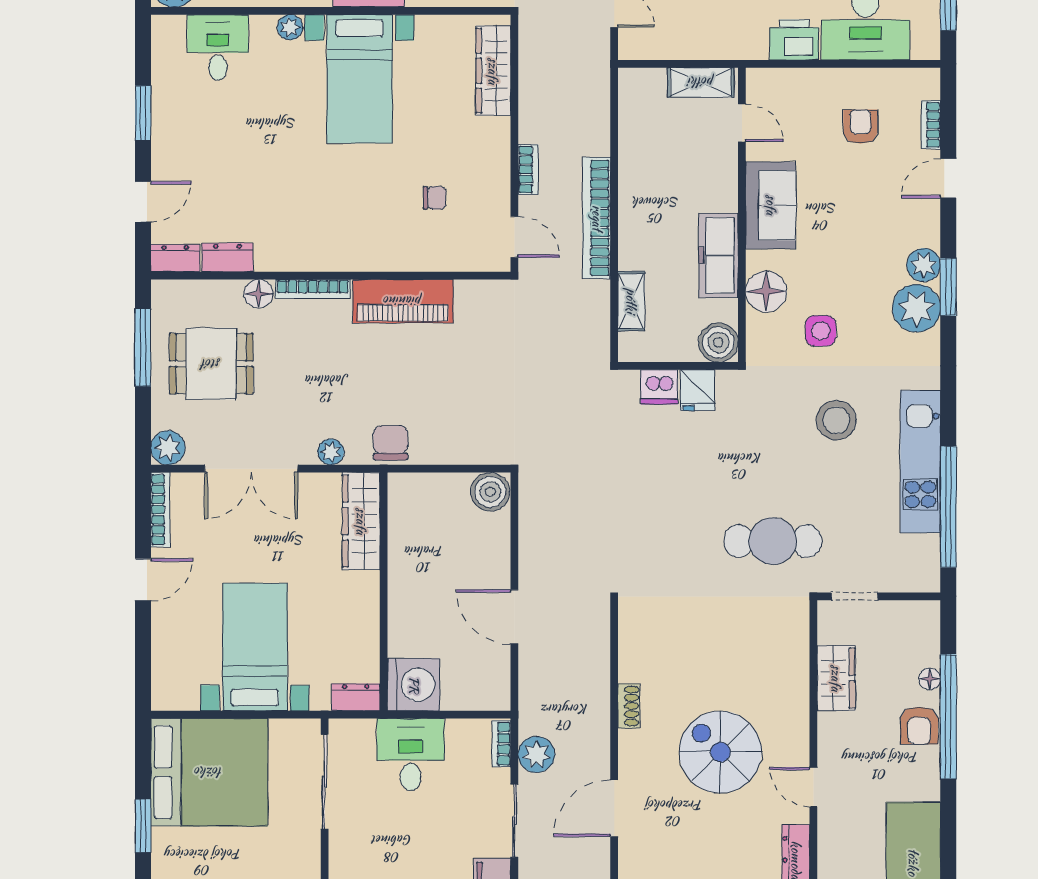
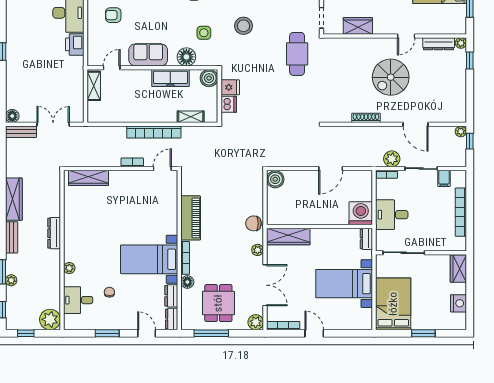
bed with nightstands: (360, 79) -> (149, 259), moved, turned 180
chair: (434, 198) -> (109, 292), moved
shoe rack: (629, 706) -> (366, 118), width x1.43
bed: (209, 772) -> (393, 304), width x0.73

